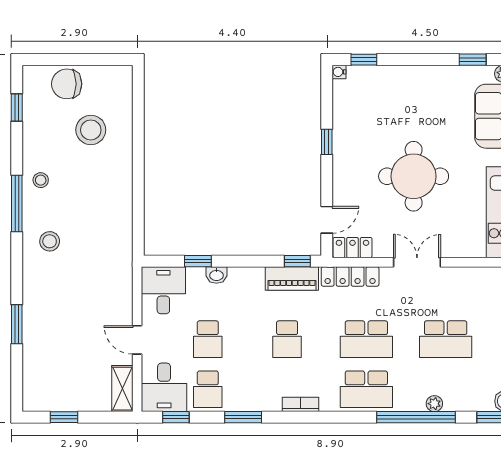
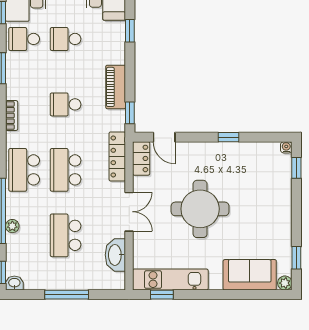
washbasin: (216, 275) -> (115, 255), moved, width x1.91, depth x1.45
piano: (292, 278) -> (116, 87), moved

